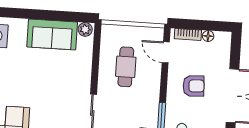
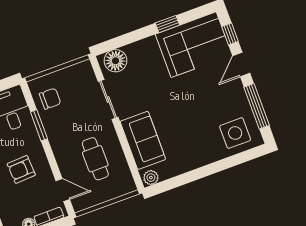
sofa: (52, 34) -> (143, 140), moved, turned 90

